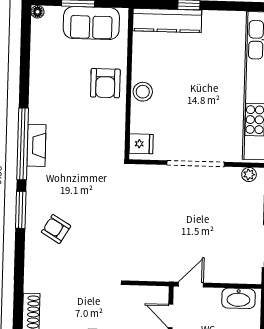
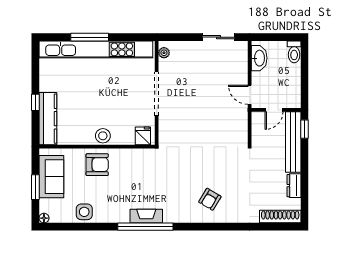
side table: (44, 65) -> (84, 212), added
window: (21, 210) -> (196, 227), removed

